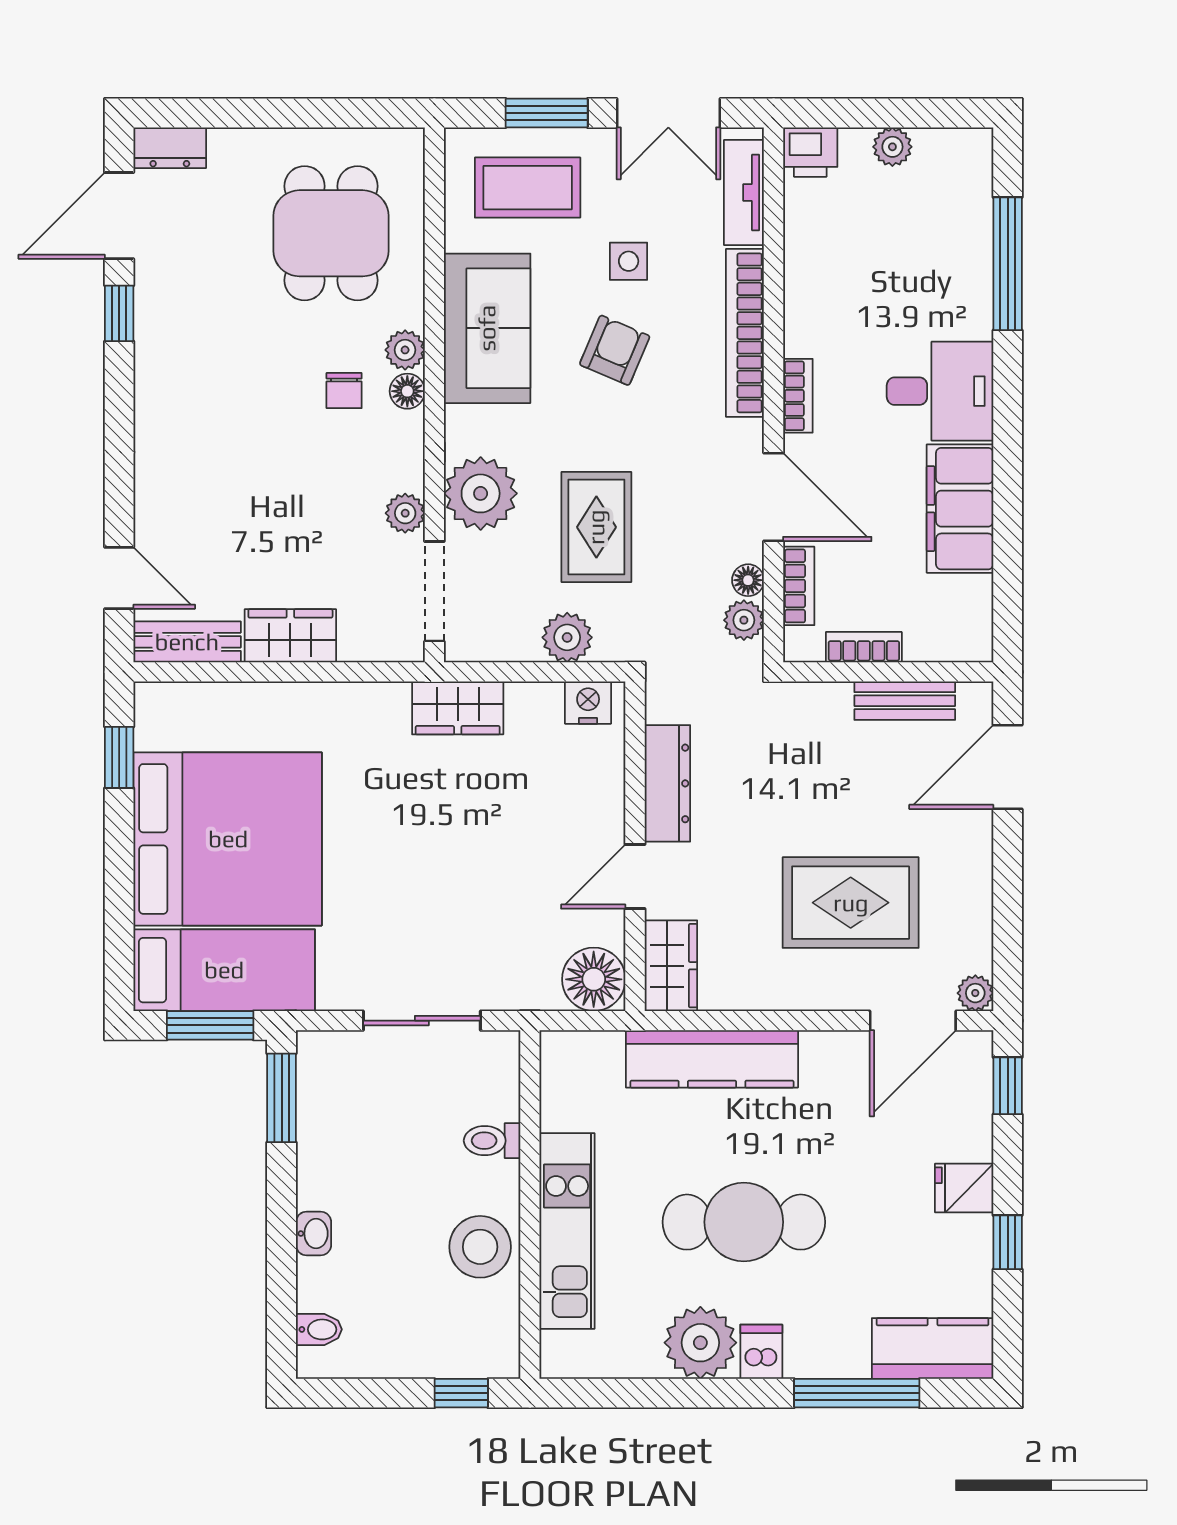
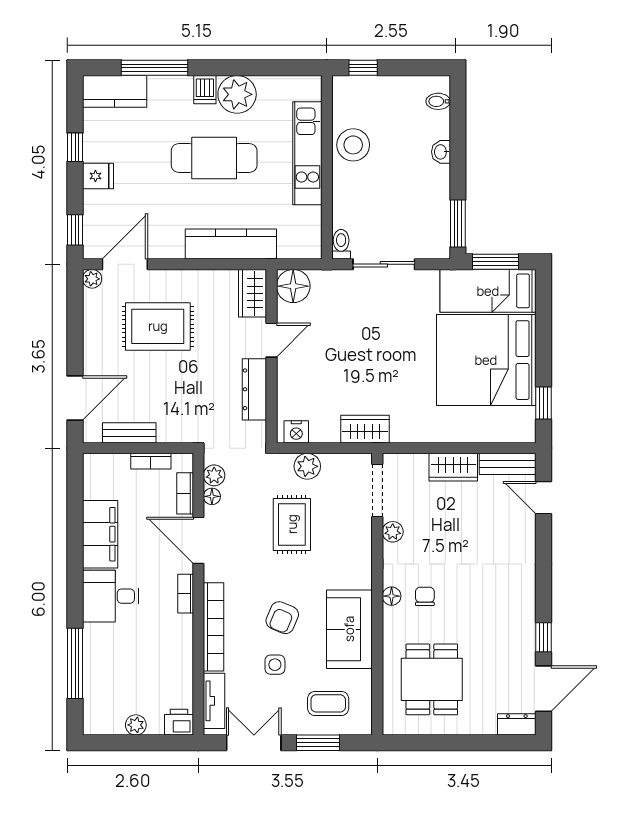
coffee table: (528, 188) -> (328, 703), width x0.73, depth x0.77
plant: (405, 350) -> (393, 618), removed
plant: (481, 493) -> (353, 542), removed
toilet: (492, 1141) -> (341, 244), moved, turned -90

